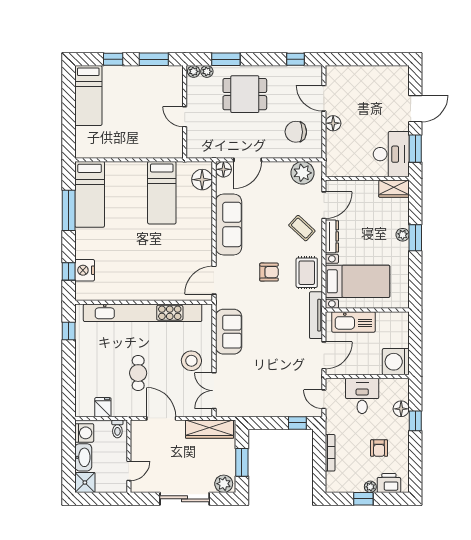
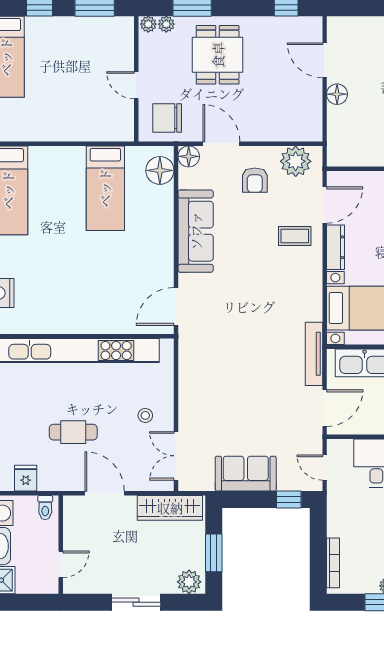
dining table: (245, 94) -> (218, 55), turned 90
chair: (296, 132) -> (167, 118), moved
door: (248, 160) -> (221, 144), swing flipped
coffee table: (302, 228) -> (295, 236), turned -43
armchair: (269, 272) -> (255, 180), moved, turned 90
rug: (307, 273) -> (301, 296), removed
sofa: (229, 332) -> (246, 474), moved, turned -90
stool: (191, 361) -> (145, 415), width x0.53, depth x0.53
cafe table: (138, 373) -> (73, 432), turned 90
bookcase: (330, 453) -> (333, 563), moved
sliding door: (185, 499) -> (136, 602), width x0.73

